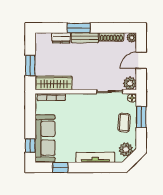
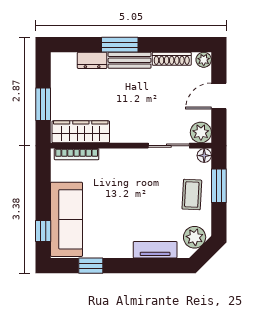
tv unit: (95, 157) -> (155, 250), width x0.71

